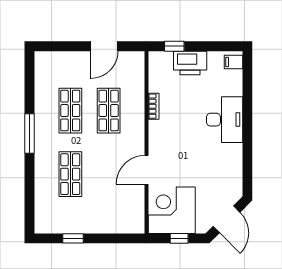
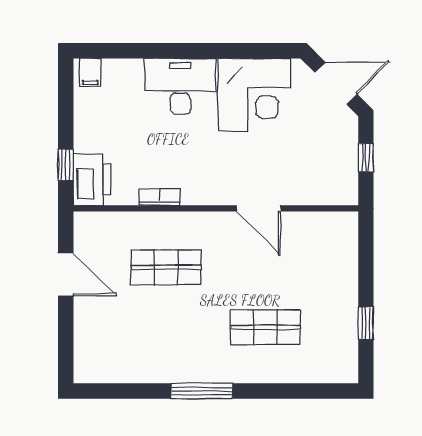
printer: (190, 63) -> (92, 180), moved
shop shelf: (70, 111) -> (166, 327), removed
corner desk: (172, 210) -> (255, 95), moved, turned -90

